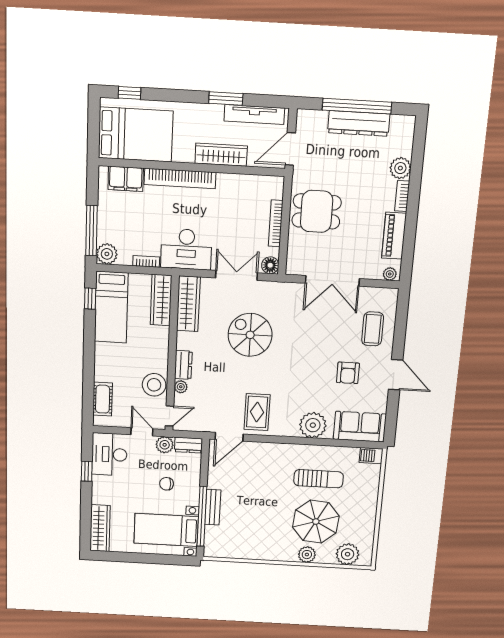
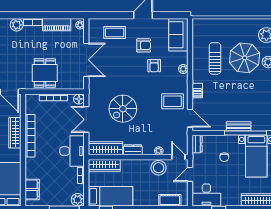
bookcase: (180, 178) -> (30, 136), moved
dresser: (183, 365) -> (133, 150), moved
armchair: (315, 387) -> (154, 66), added
plant: (313, 425) -> (183, 69), width x0.53, depth x0.53
plant: (165, 445) -> (198, 159), removed
barbecue: (371, 456) -> (197, 91), moved

